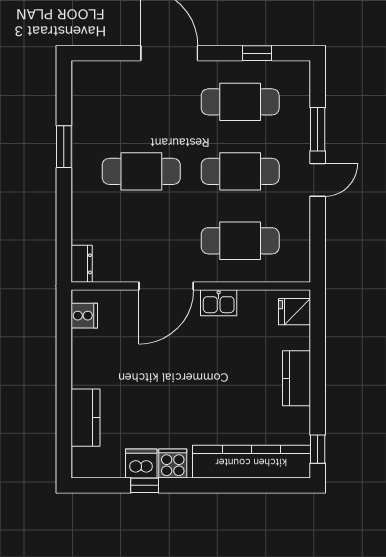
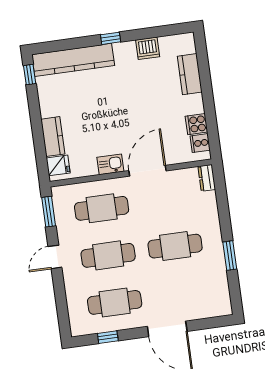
window: (318, 129) -> (49, 212), moved
kitchen counter: (296, 378) -> (53, 137), moved
cooker: (173, 463) -> (196, 124), moved, turned 90
window: (145, 485) -> (111, 38), moved

